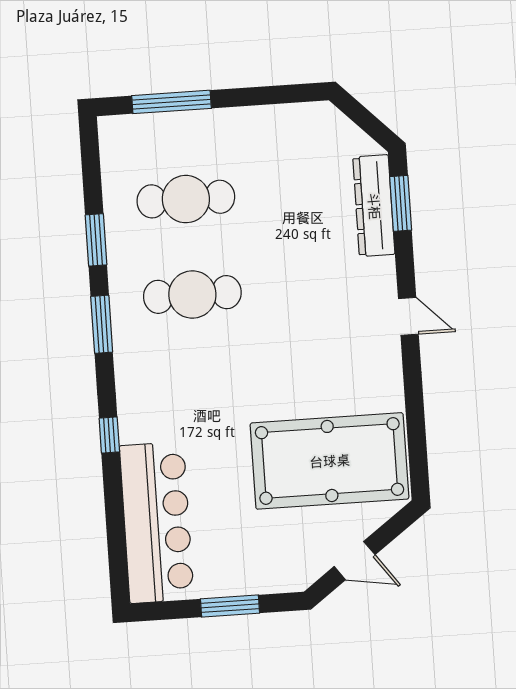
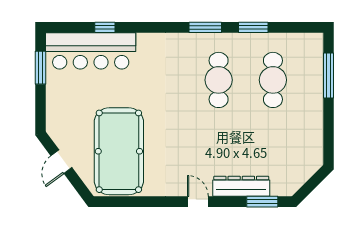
dresser: (374, 206) -> (241, 186), moved
door: (408, 316) -> (198, 202), swing flipped
window: (109, 435) -> (105, 27), moved
window: (230, 606) -> (41, 68), moved

